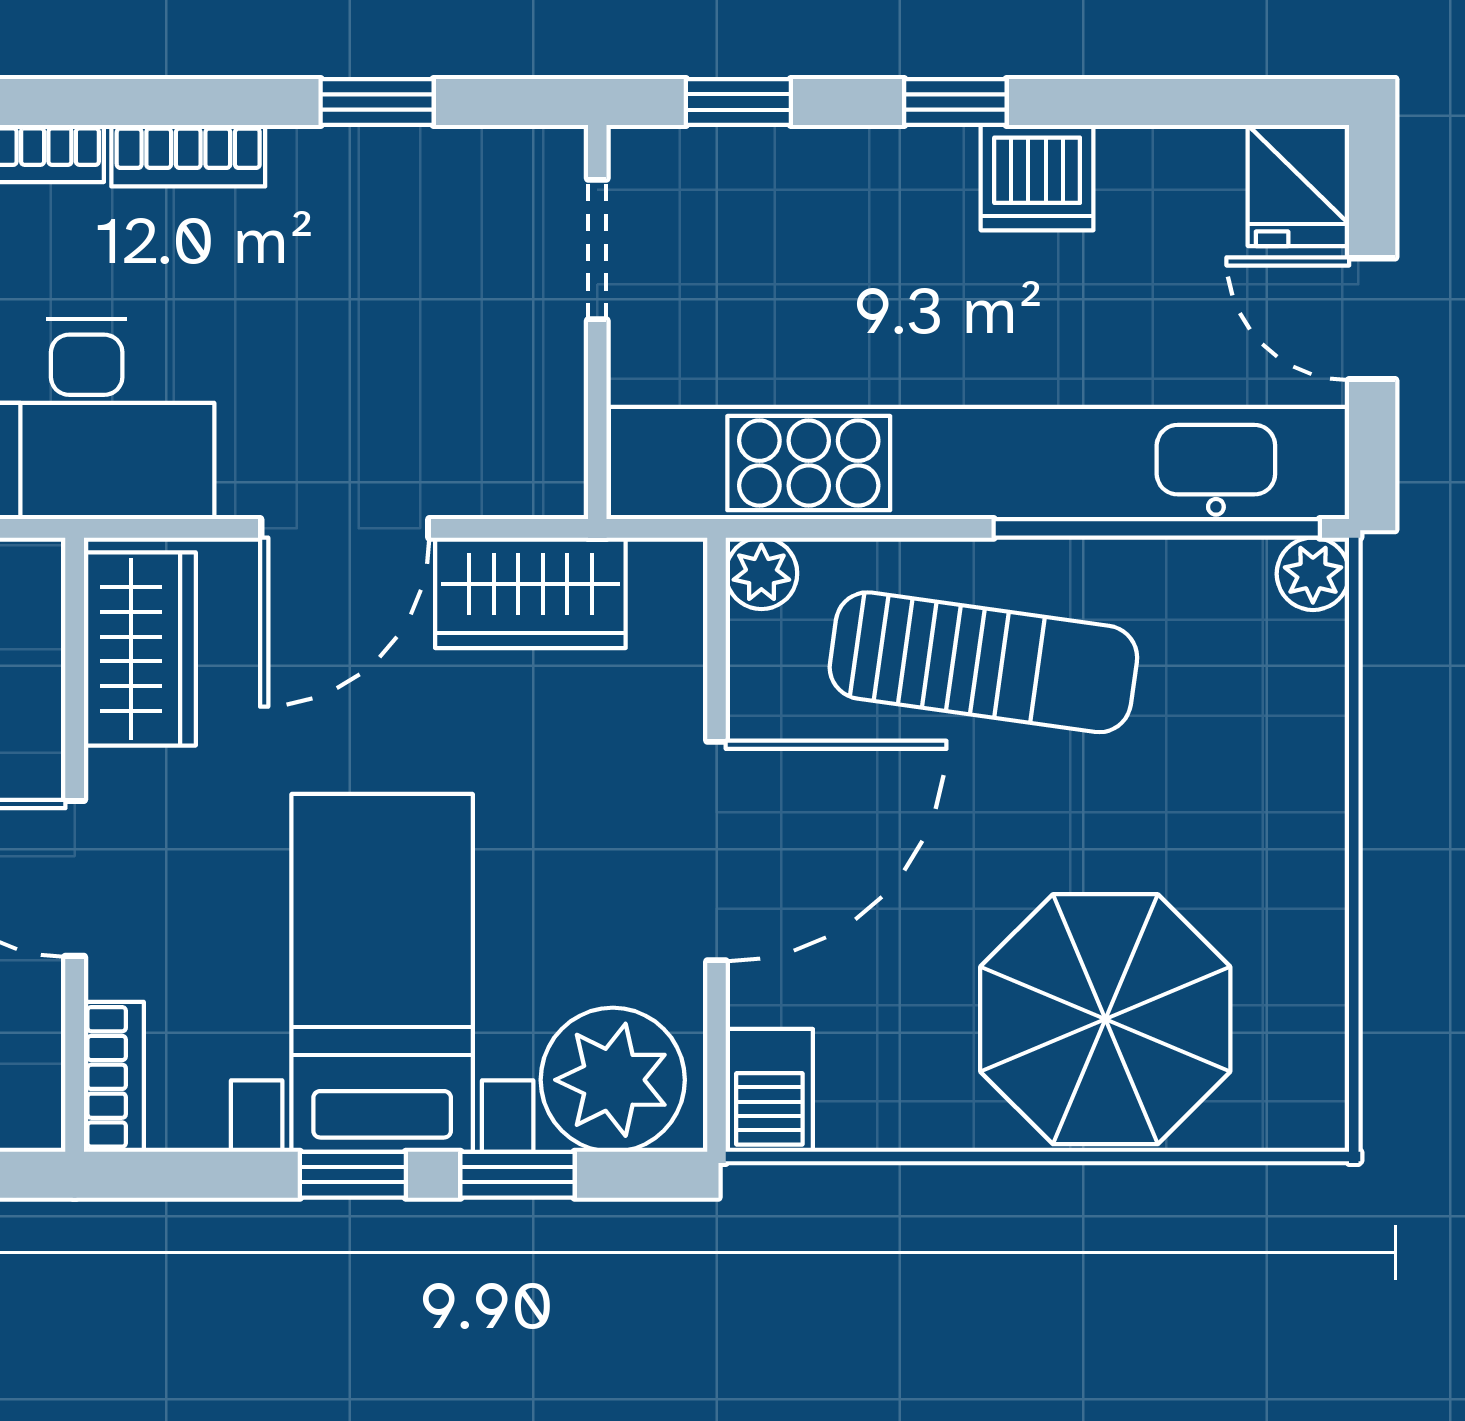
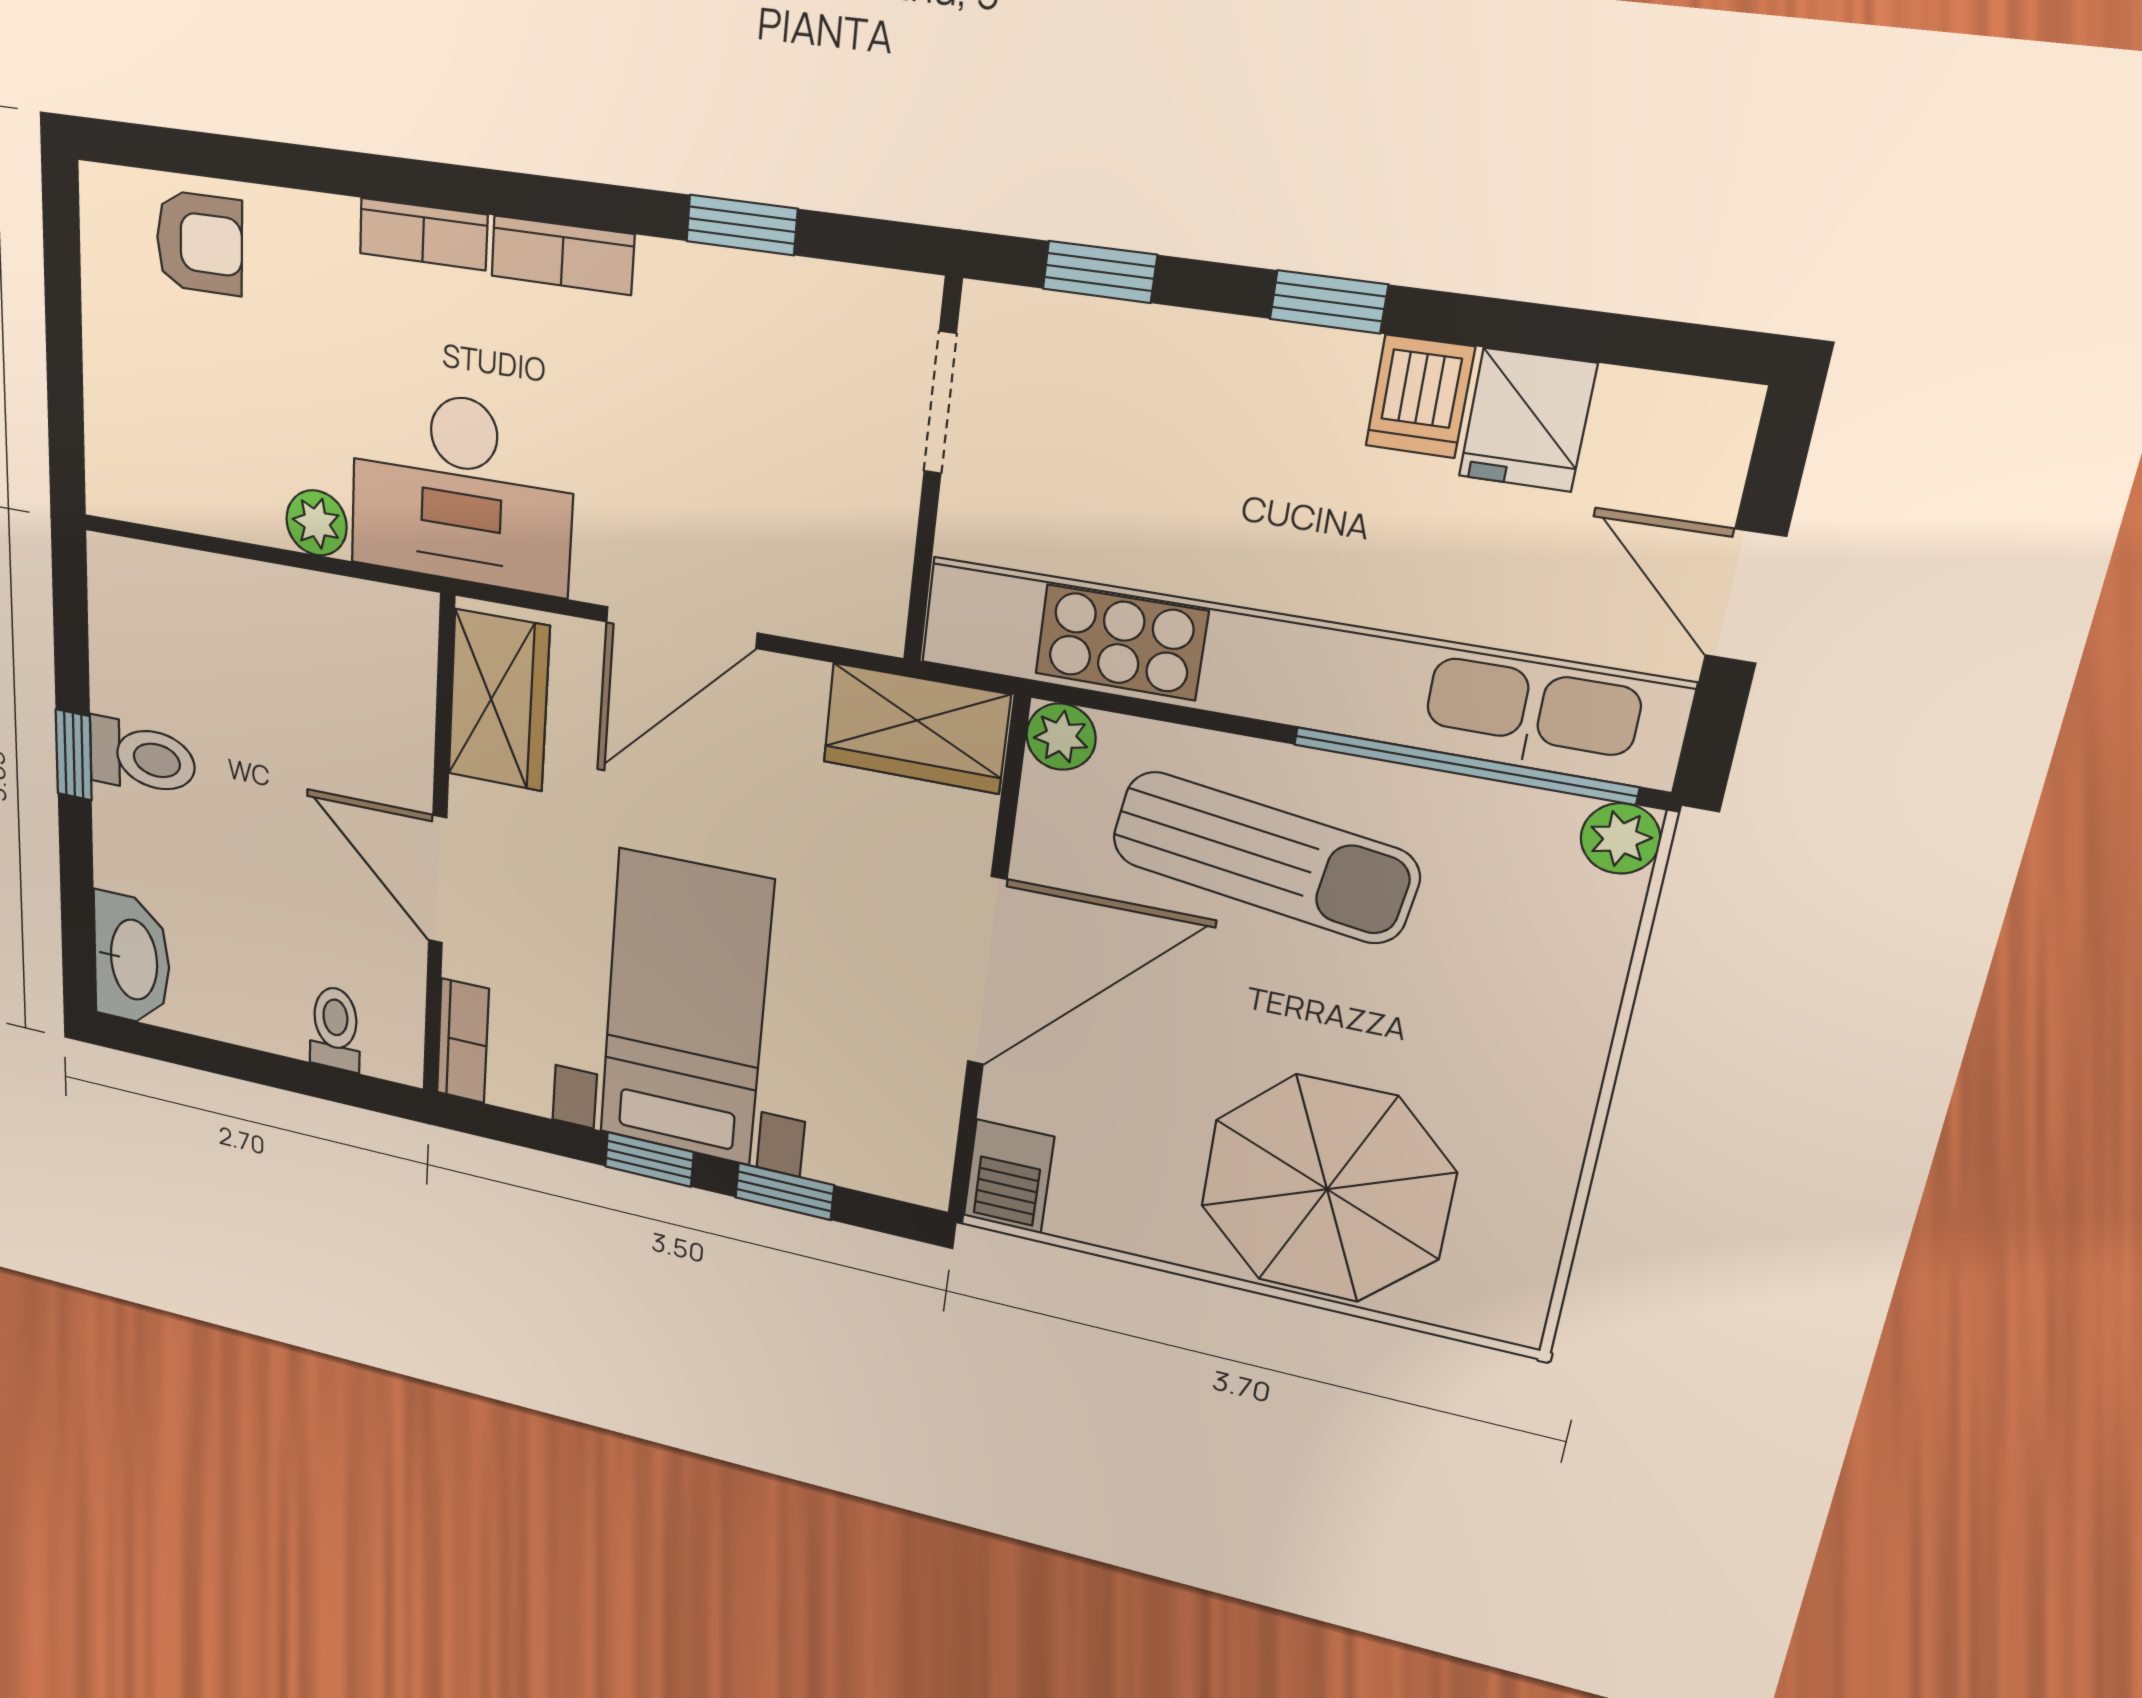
dishwasher: (1037, 178) -> (1420, 396), width x0.73
fridge: (1298, 185) -> (1528, 420), moved
wardrobe: (530, 593) -> (916, 728), moved
plant: (613, 1080) -> (873, 1137), removed

